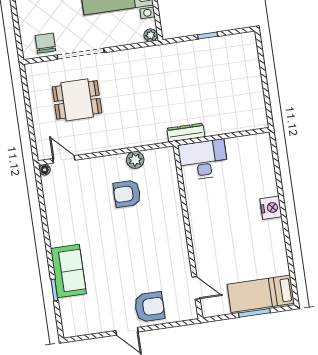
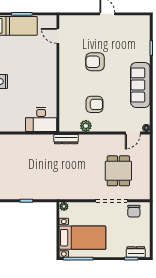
dining table: (77, 100) -> (118, 171), turned 90
dresser: (186, 133) -> (66, 139), moved
door: (64, 159) -> (133, 133), hinge flipped
sofa: (68, 271) -> (140, 85), moved, width x1.36
armchair: (149, 307) -> (95, 62), moved

